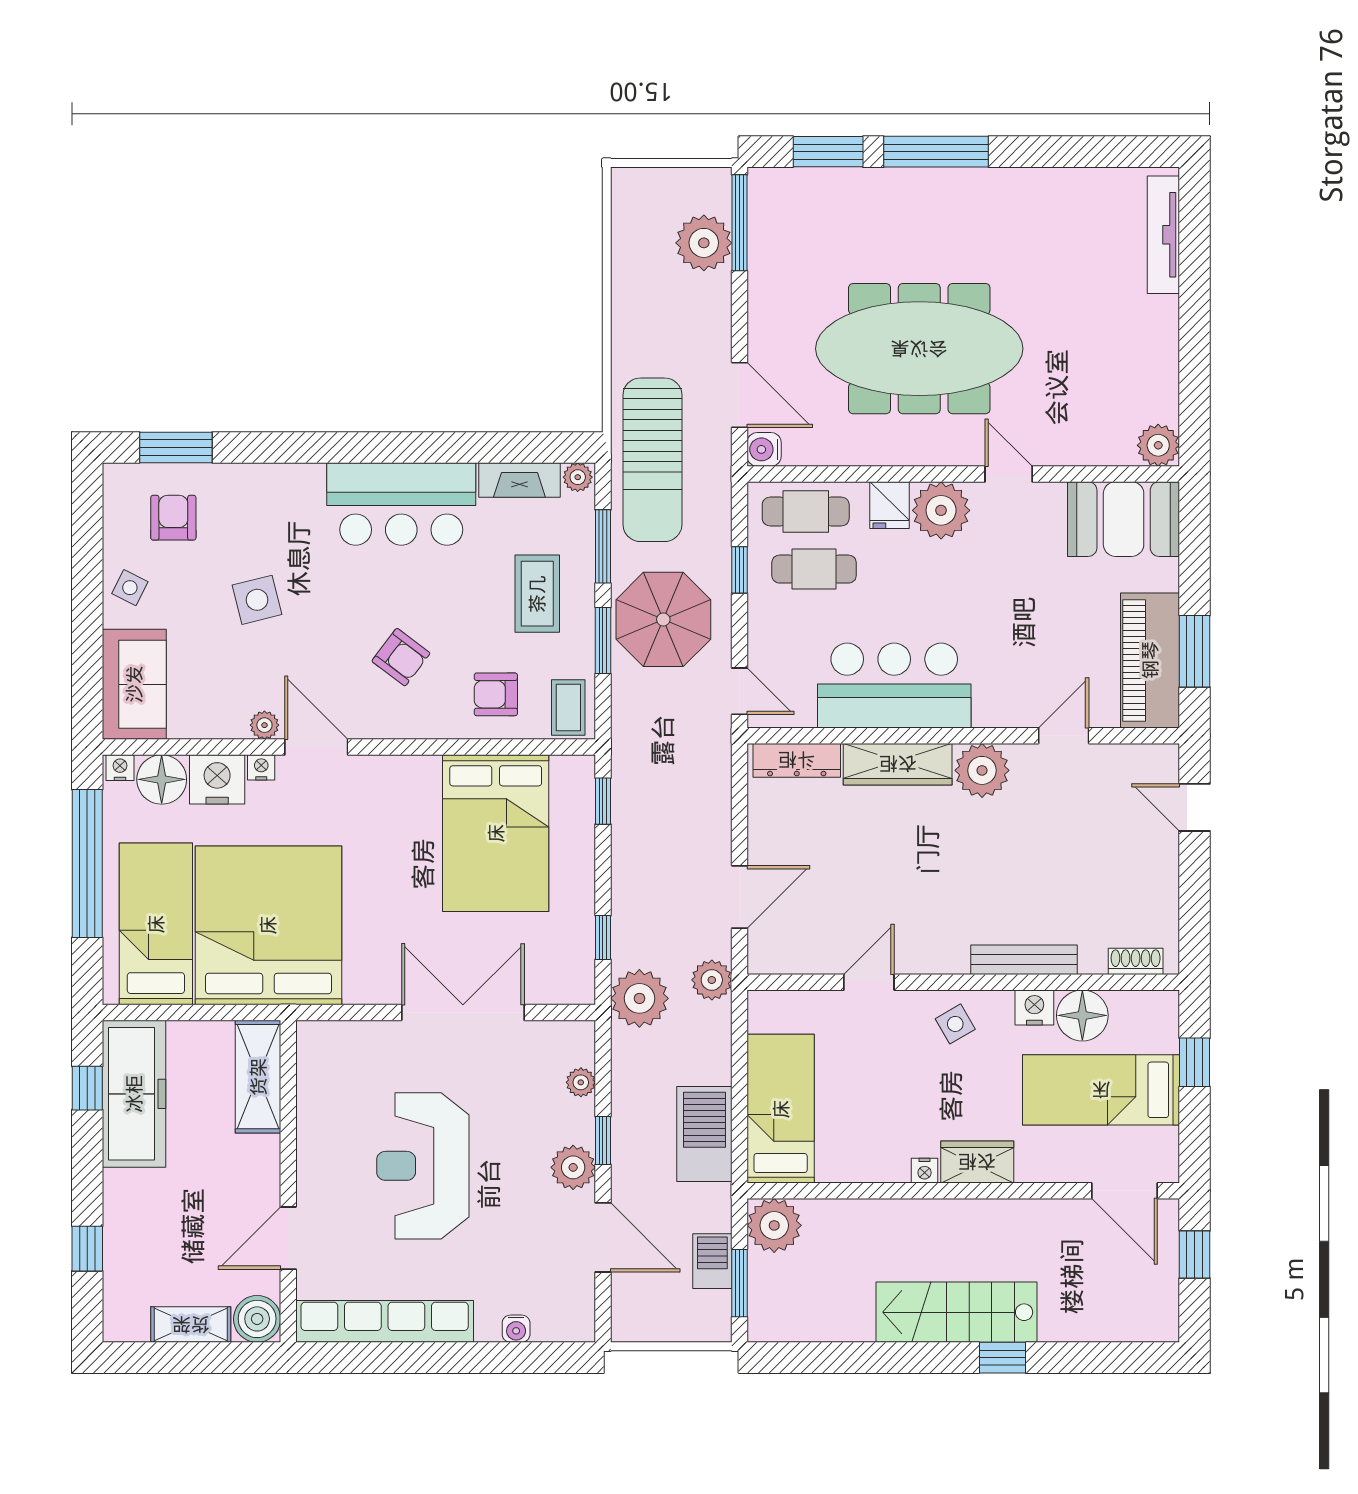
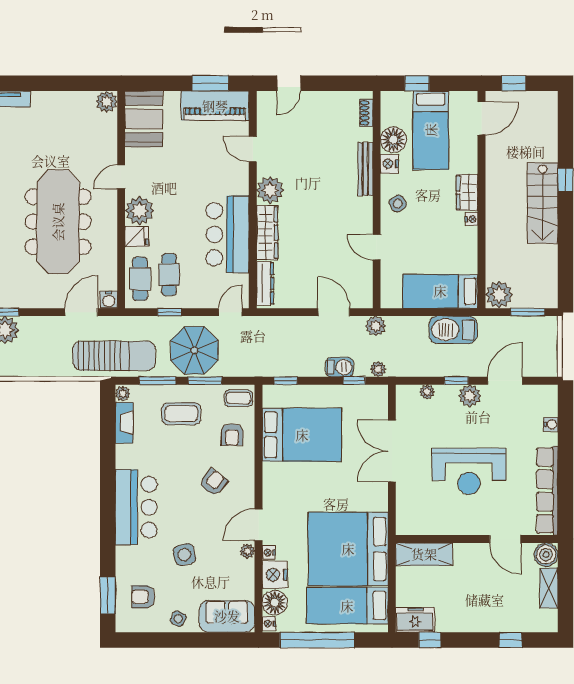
bar counter: (401, 504) -> (136, 507), moved
plant: (639, 998) -> (378, 369), width x0.53, depth x0.53
freezer: (134, 1094) -> (415, 620), width x0.52, depth x0.79
barbecue: (712, 1261) -> (339, 367), moved, turned 180

